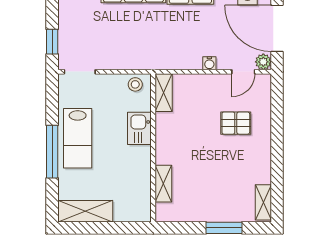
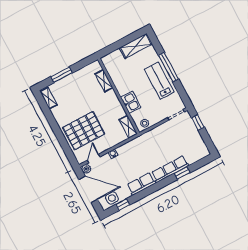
pallet: (236, 123) -> (84, 131), width x2.05, depth x2.00

